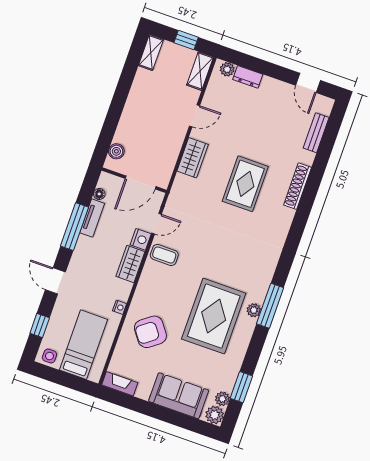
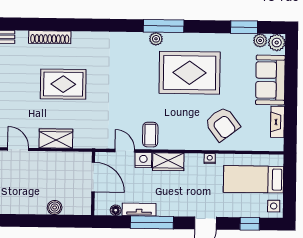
boiler: (116, 151) -> (55, 208), moved
plant: (254, 310) -> (156, 39), moved
fireplace: (120, 384) -> (277, 122), moved

